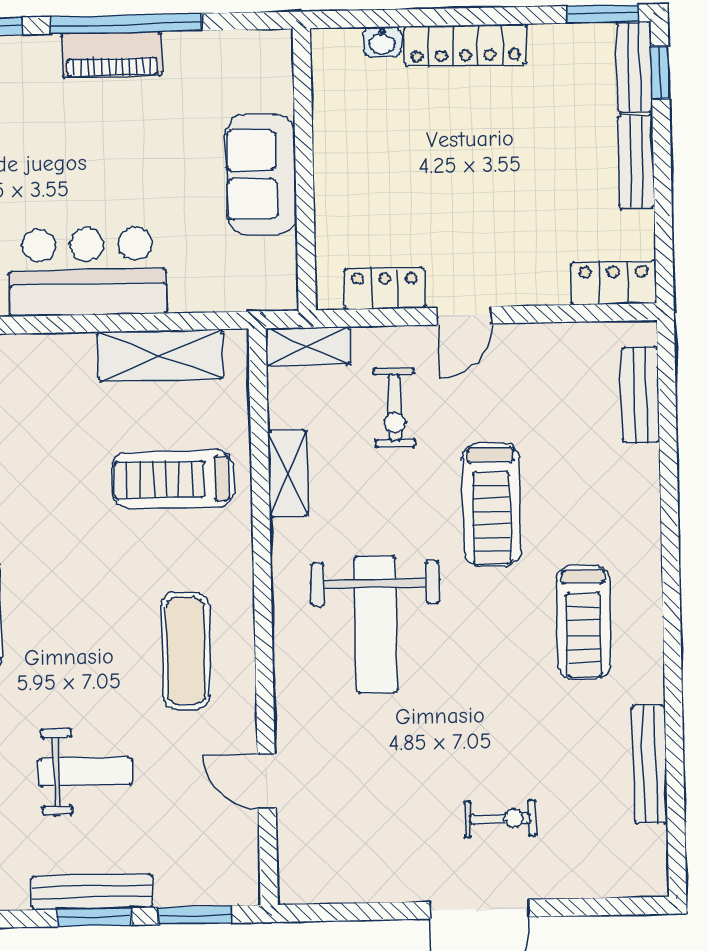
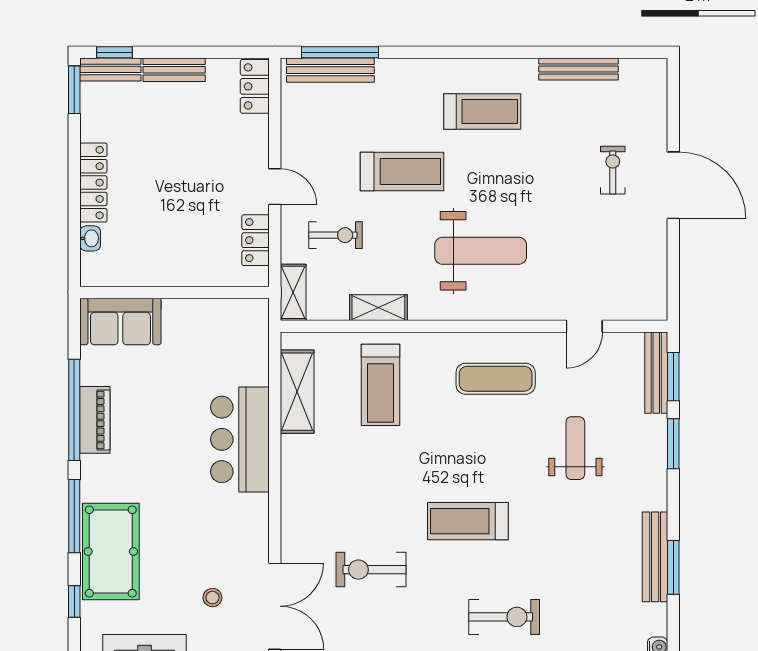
sofa: (261, 175) -> (120, 322), moved
bench: (640, 395) -> (330, 70), width x1.36
window: (667, 409) -> (340, 52), added
bench: (92, 892) -> (656, 373), moved

